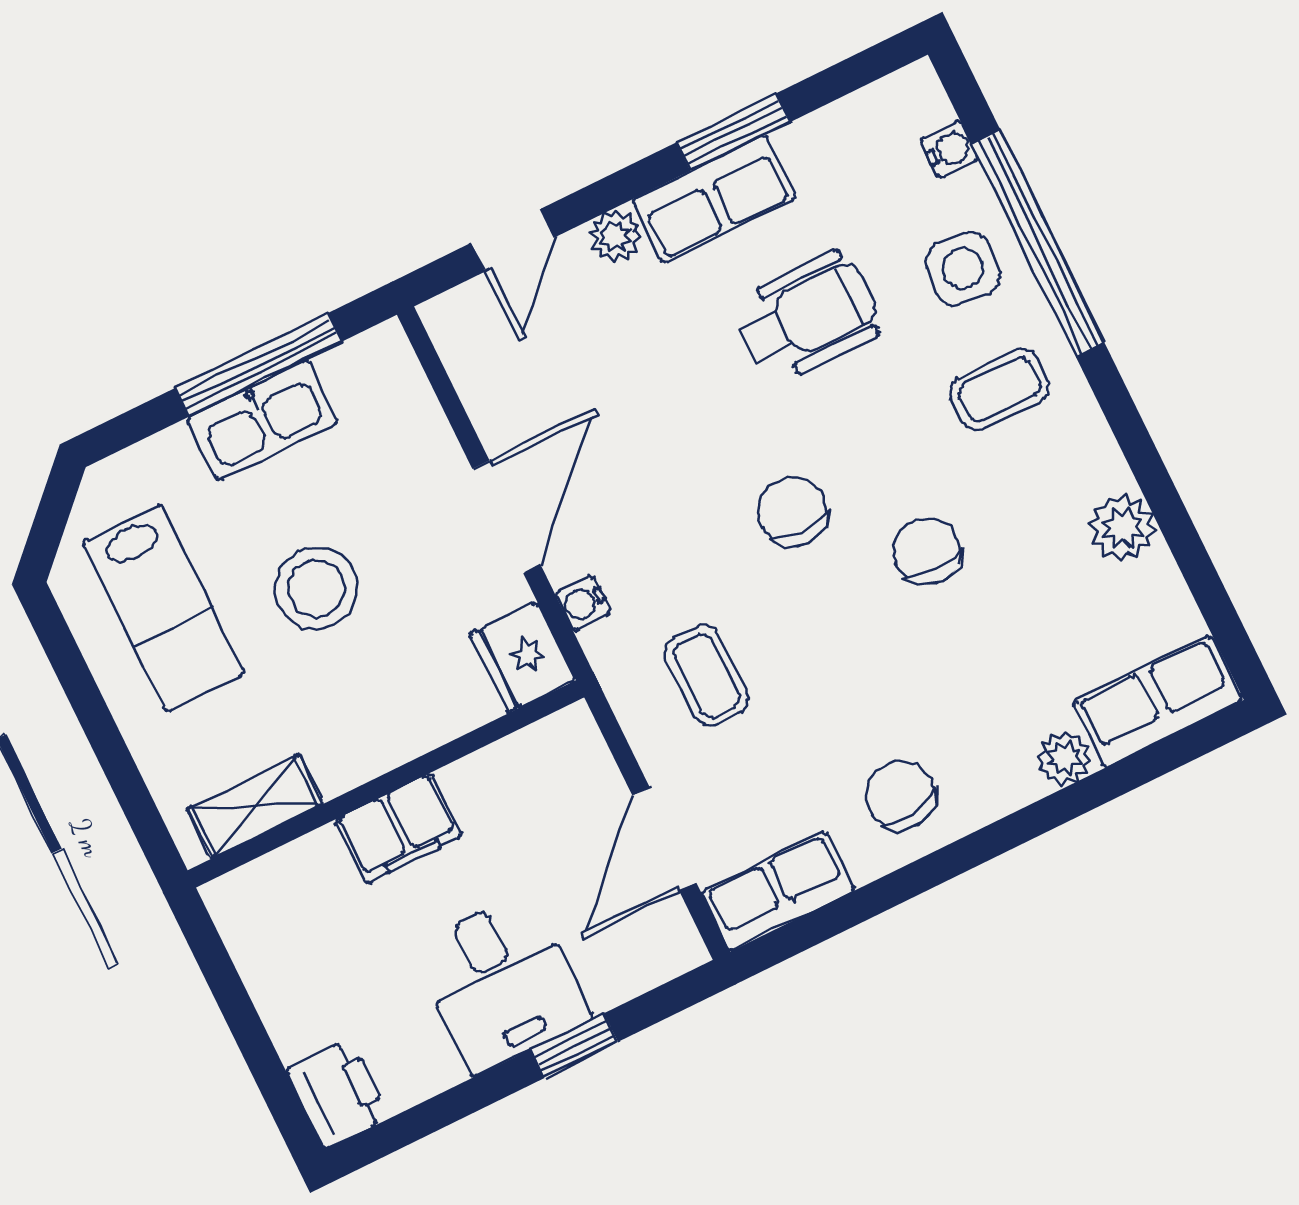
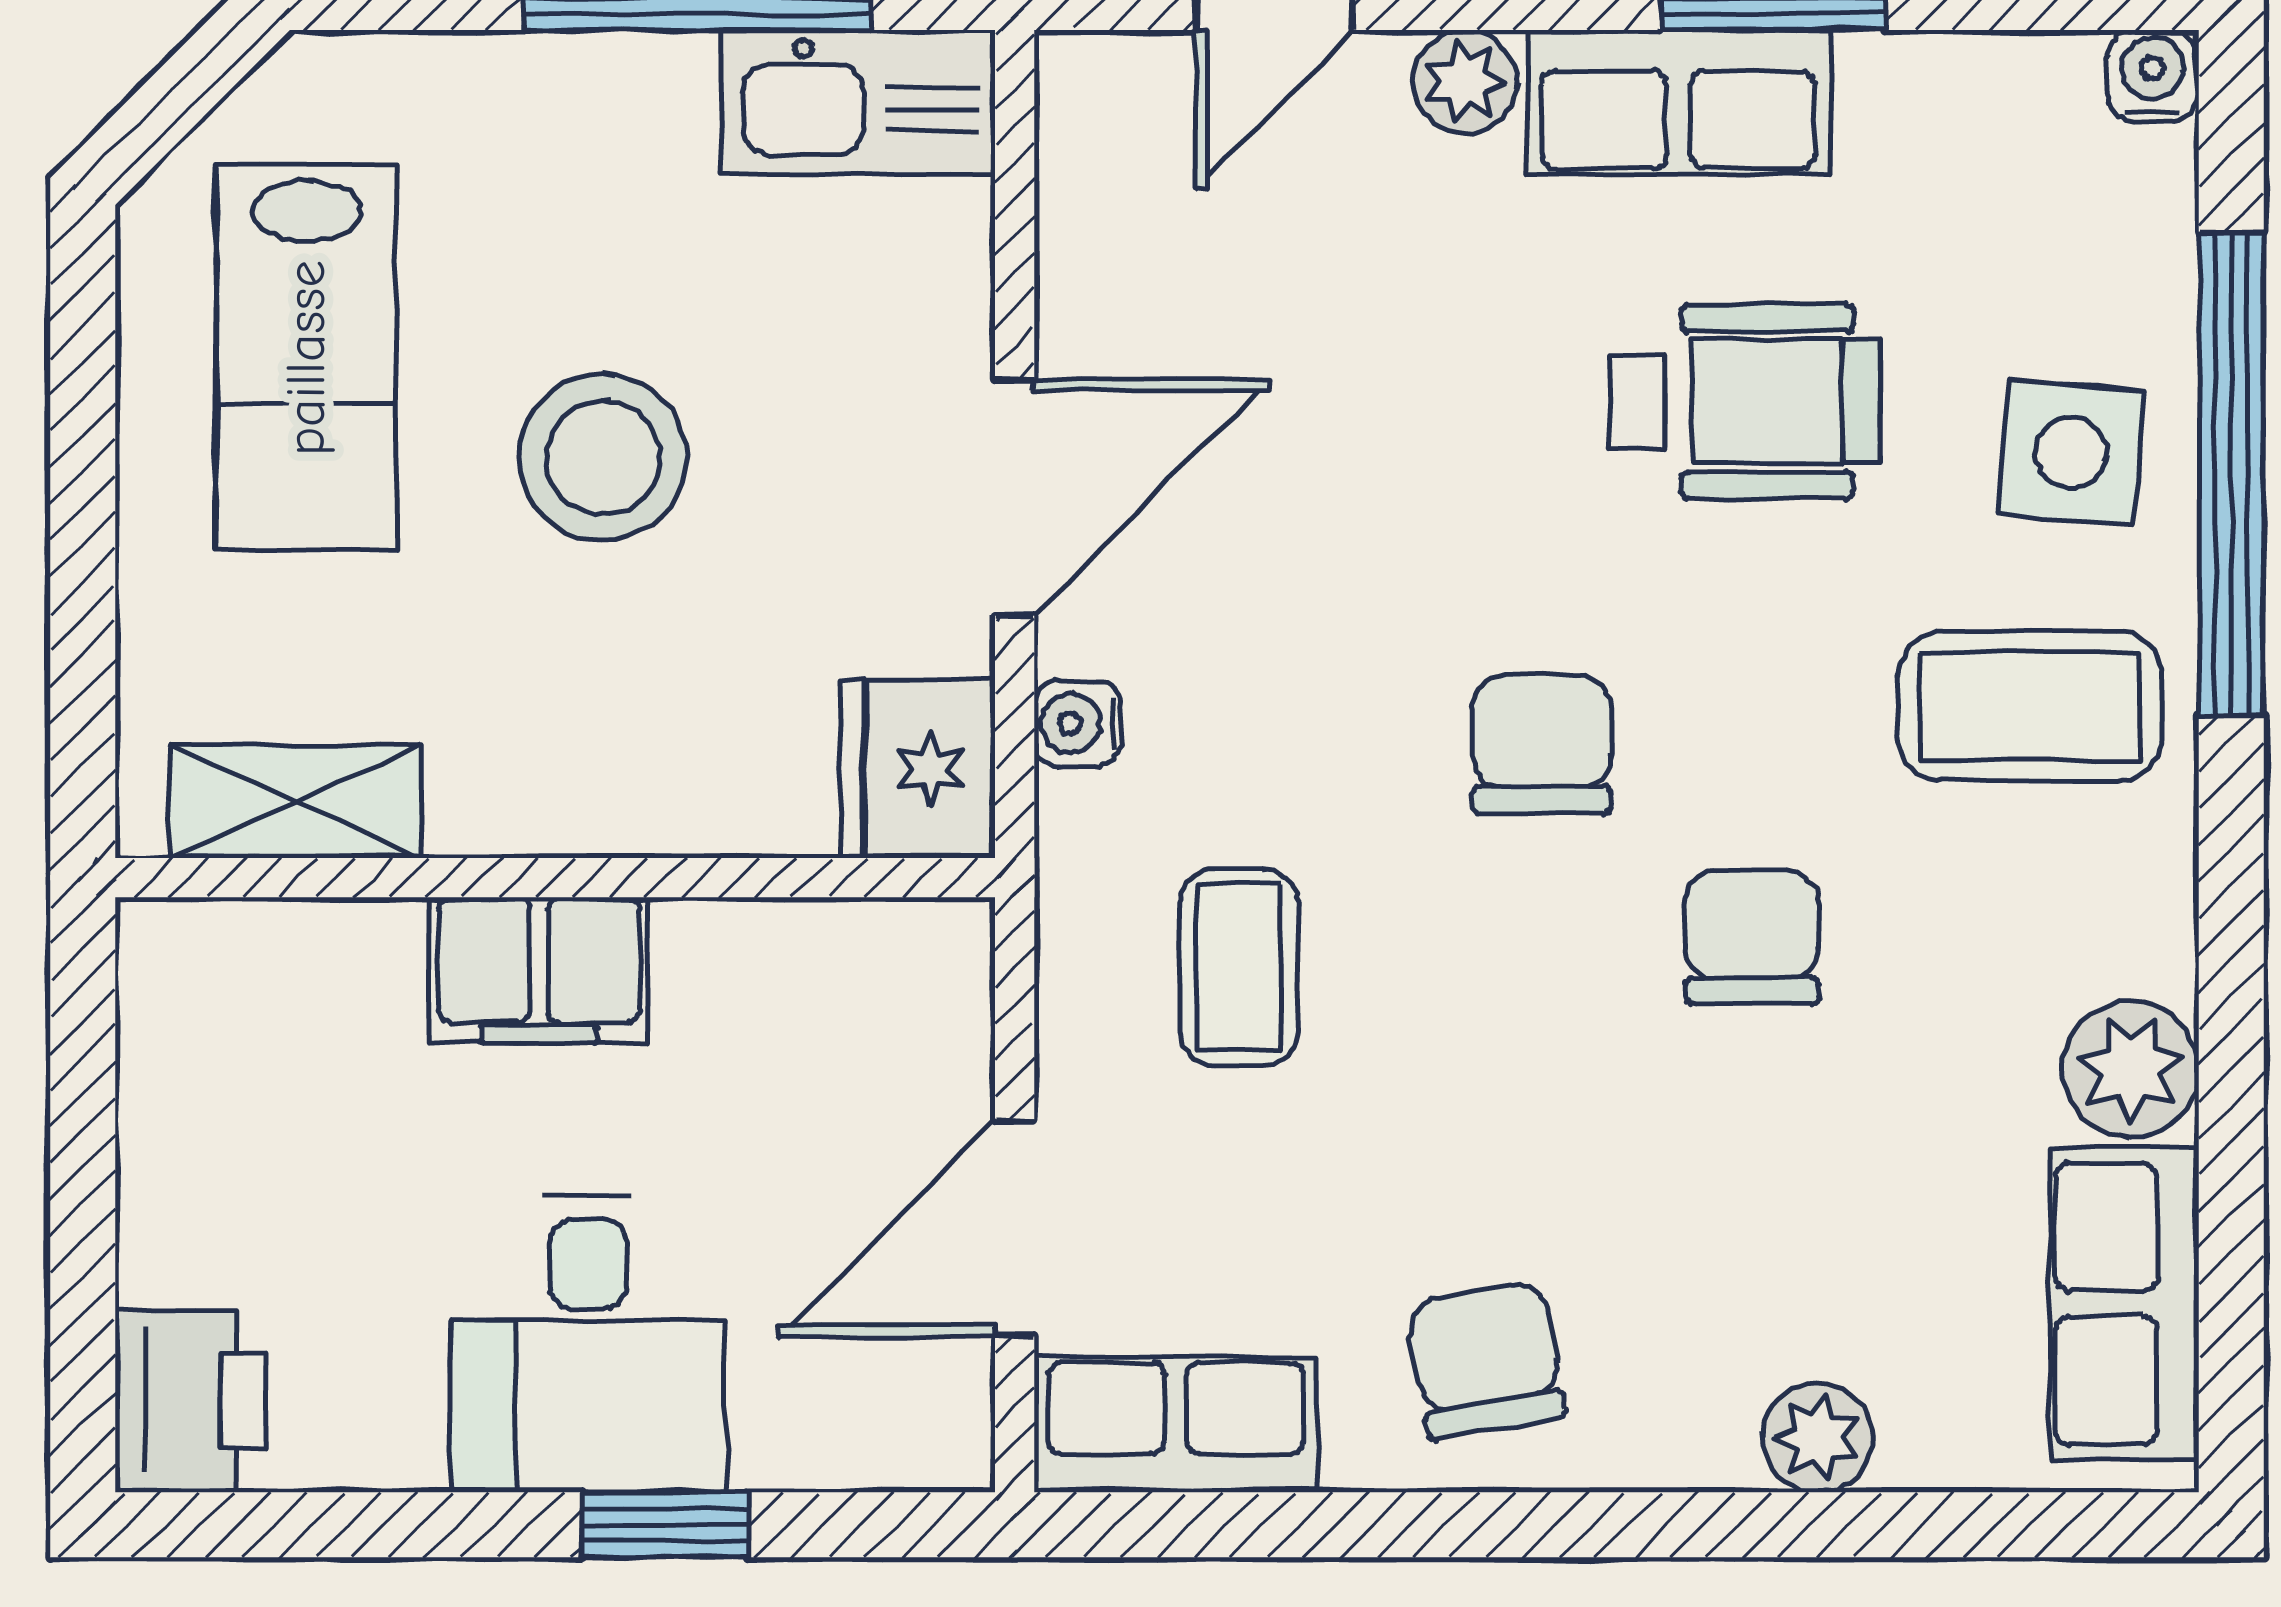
water cooler: (950, 149) -> (2152, 75), moved, turned -90
coffee table: (1000, 390) -> (2030, 706), width x1.36, depth x1.30
kitchen sink: (262, 420) -> (858, 102), moved
row of seats: (1157, 701) -> (2124, 1304), moved, turned -90

